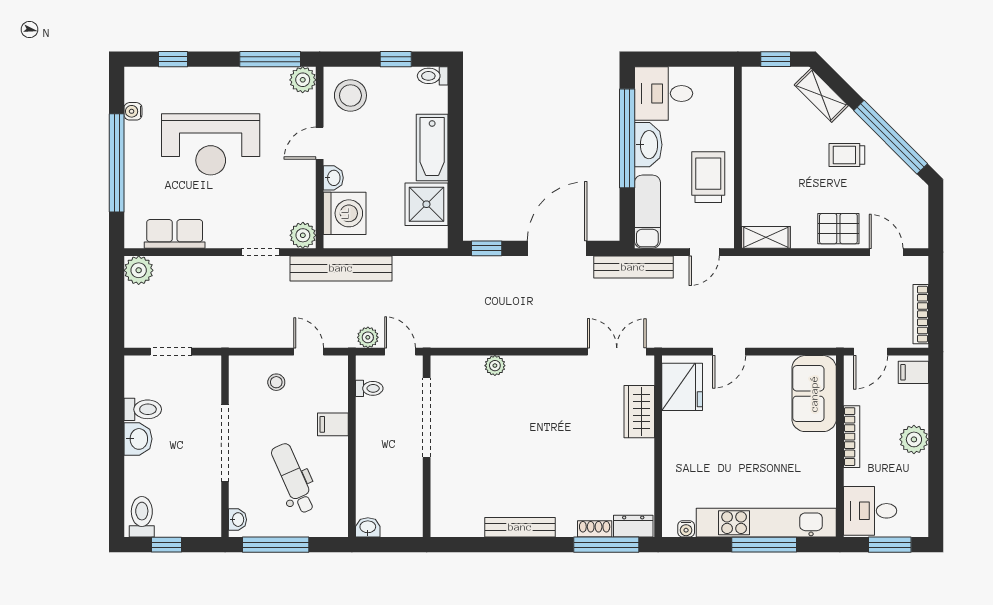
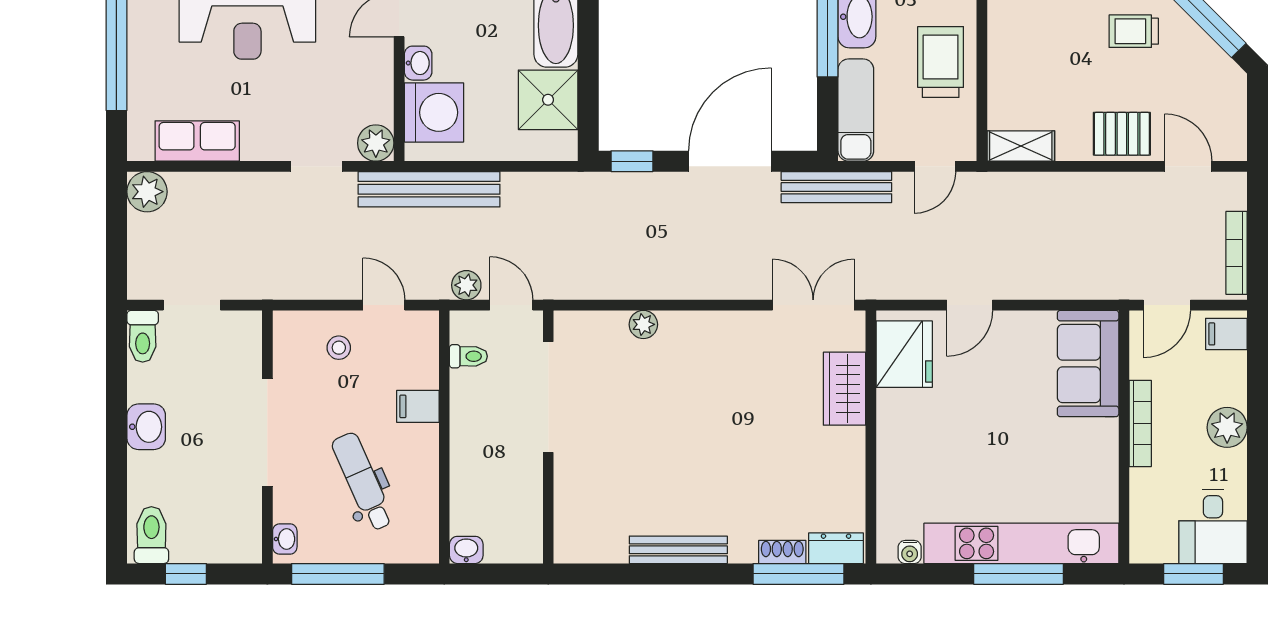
toilet: (143, 409) -> (143, 336), moved, turned 90
desk: (870, 511) -> (1213, 527), moved, turned -90

